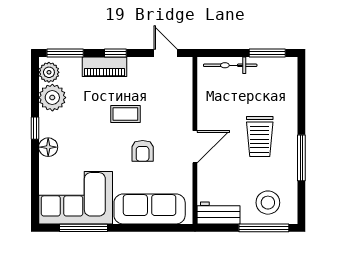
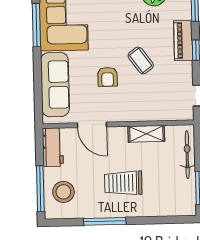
shelving: (206, 110) -> (146, 134), added
coffee table: (125, 114) -> (141, 61), turned -36
door: (195, 147) -> (92, 125), moved
armchair: (143, 151) -> (108, 77), turned -90

